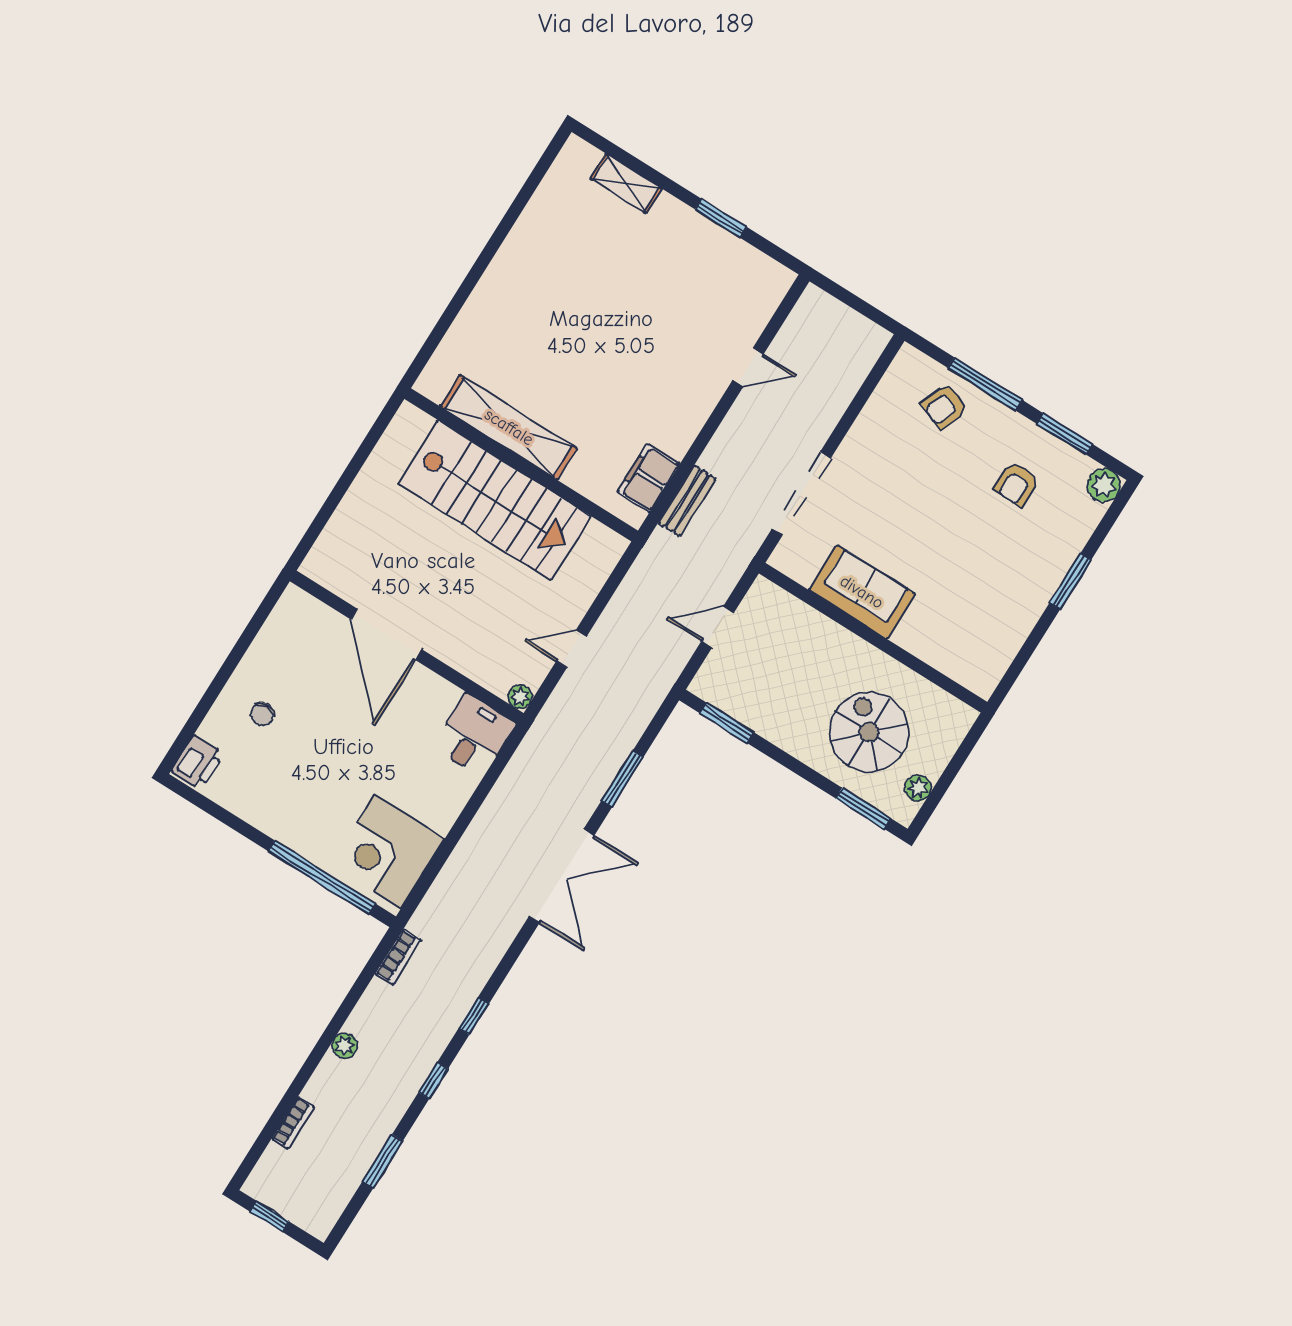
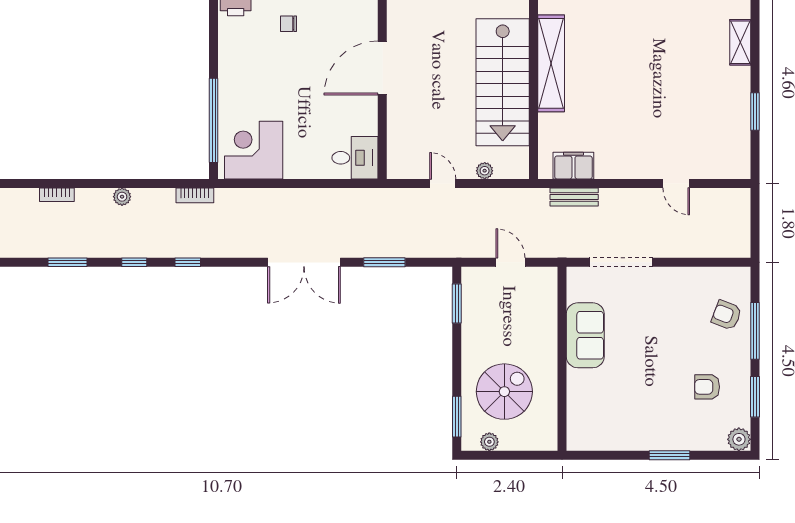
plant: (520, 697) -> (485, 171), moved

